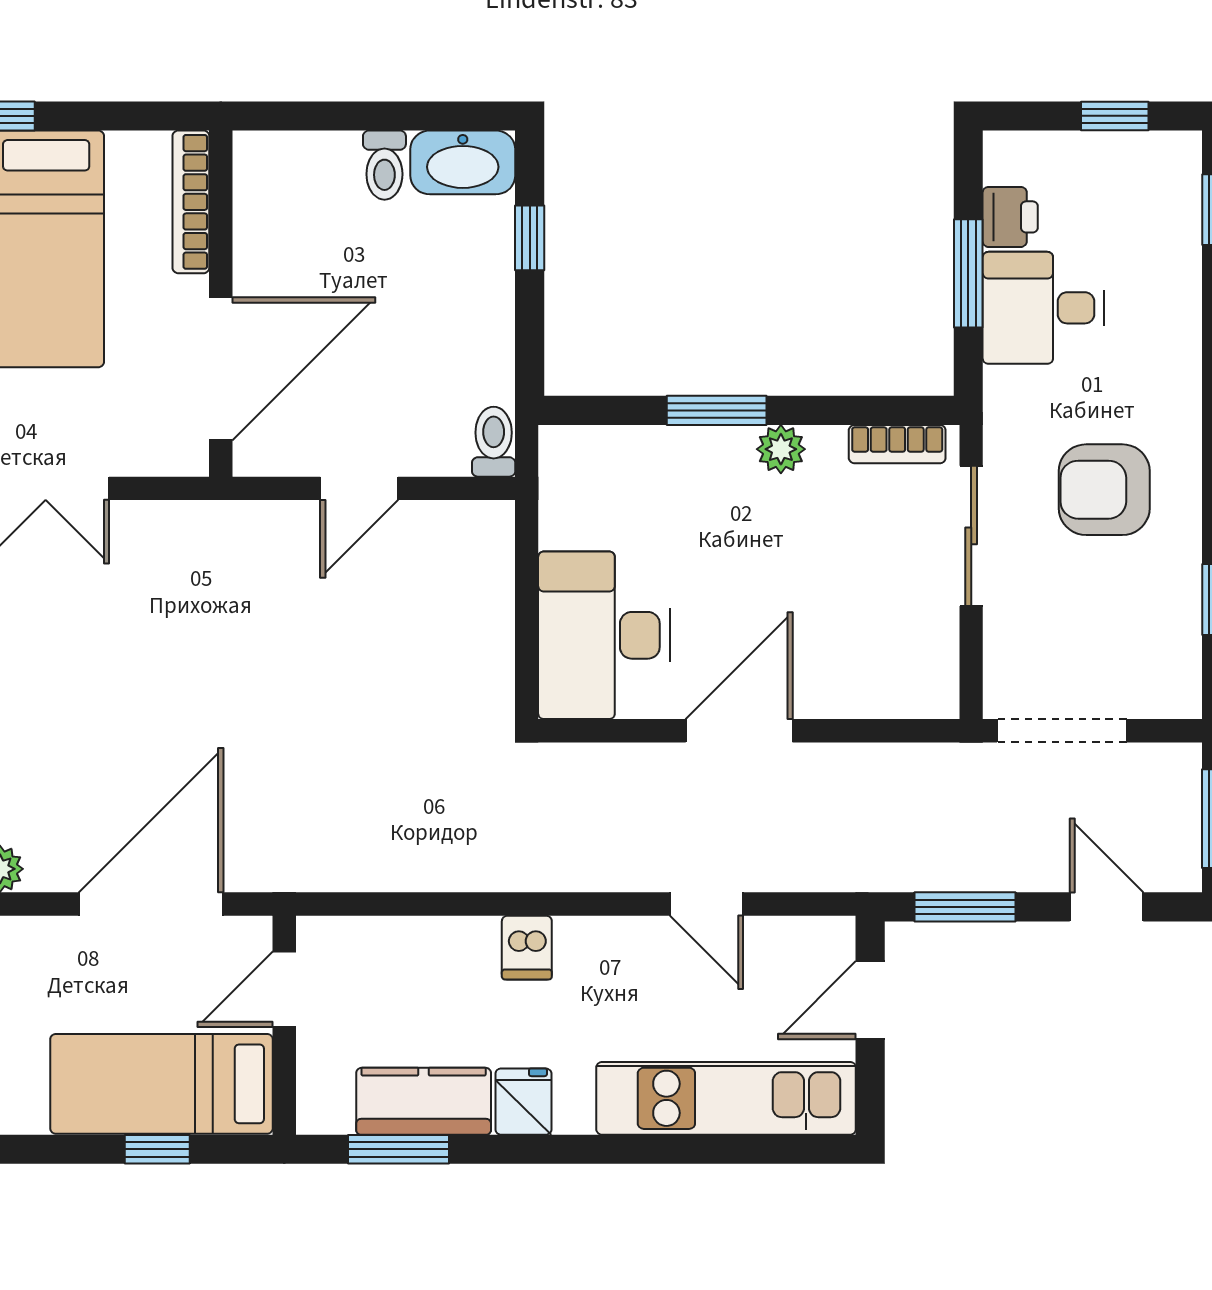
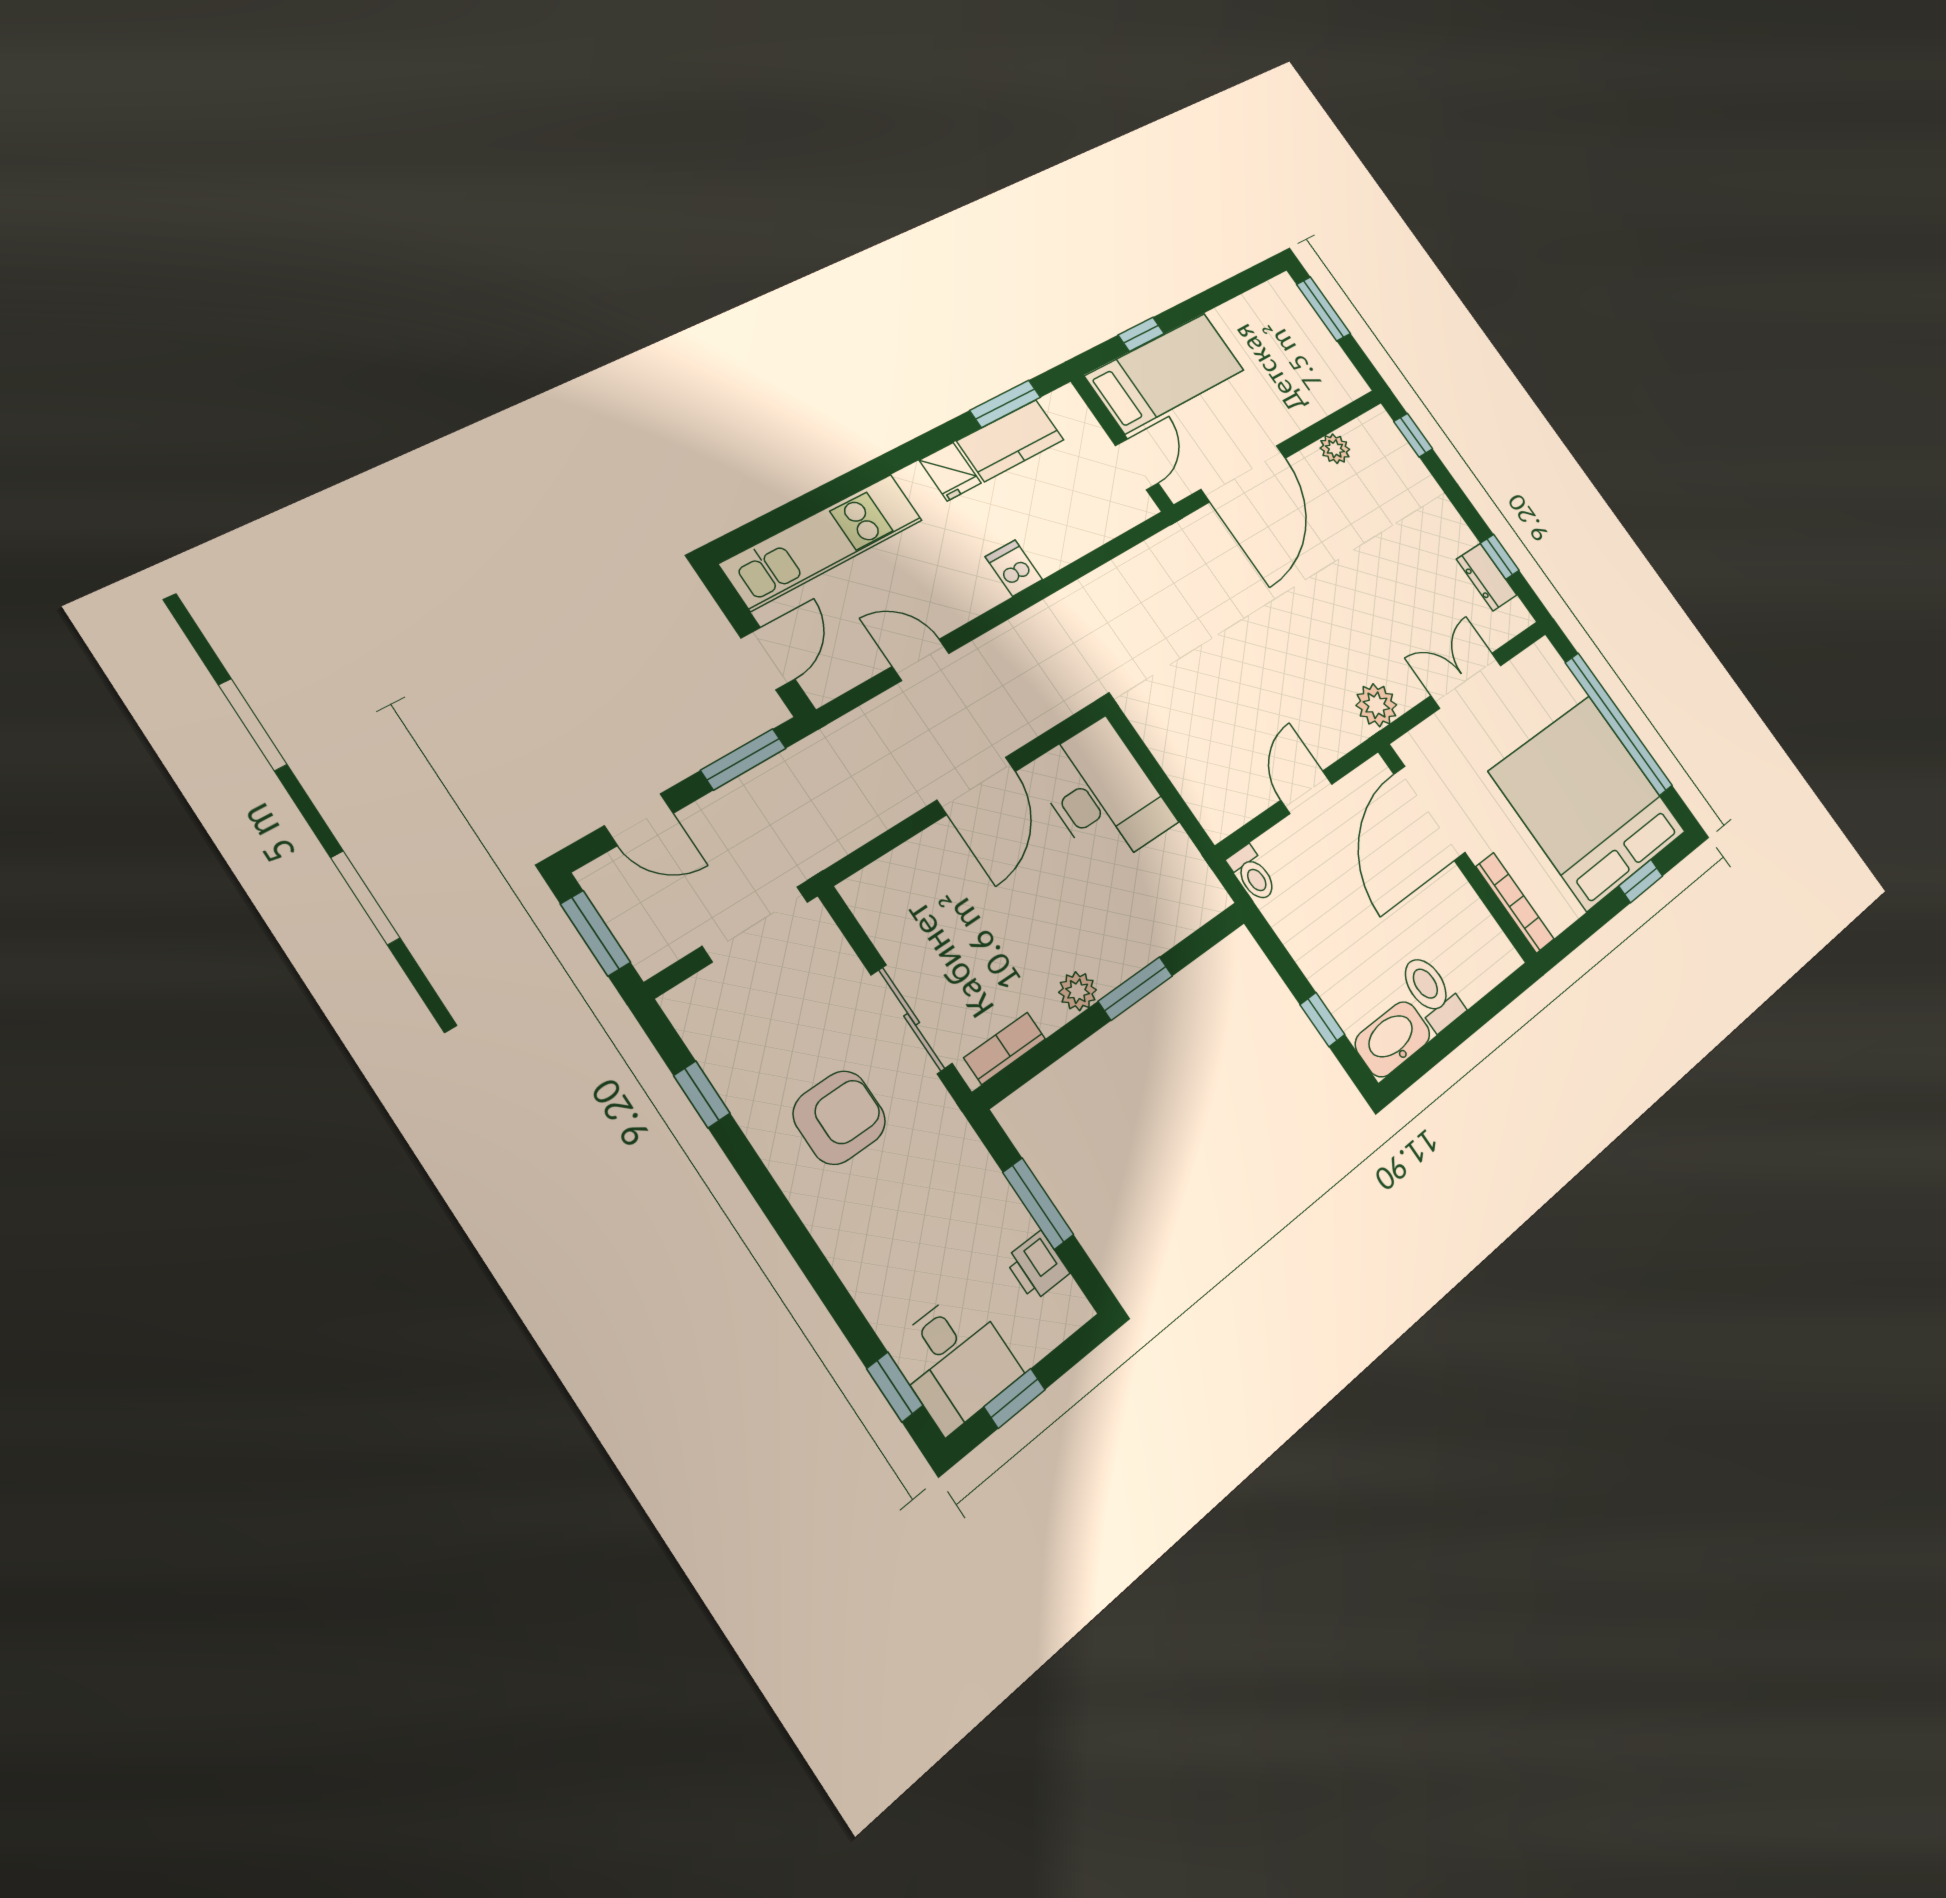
toilet: (384, 165) -> (1431, 992), width x1.37, depth x1.39
desk: (1043, 308) -> (955, 1360), moved, turned 90
plant: (191, 531) -> (1376, 705), added

